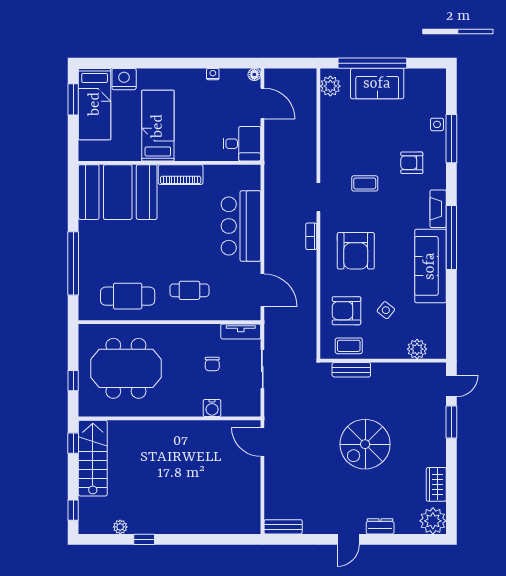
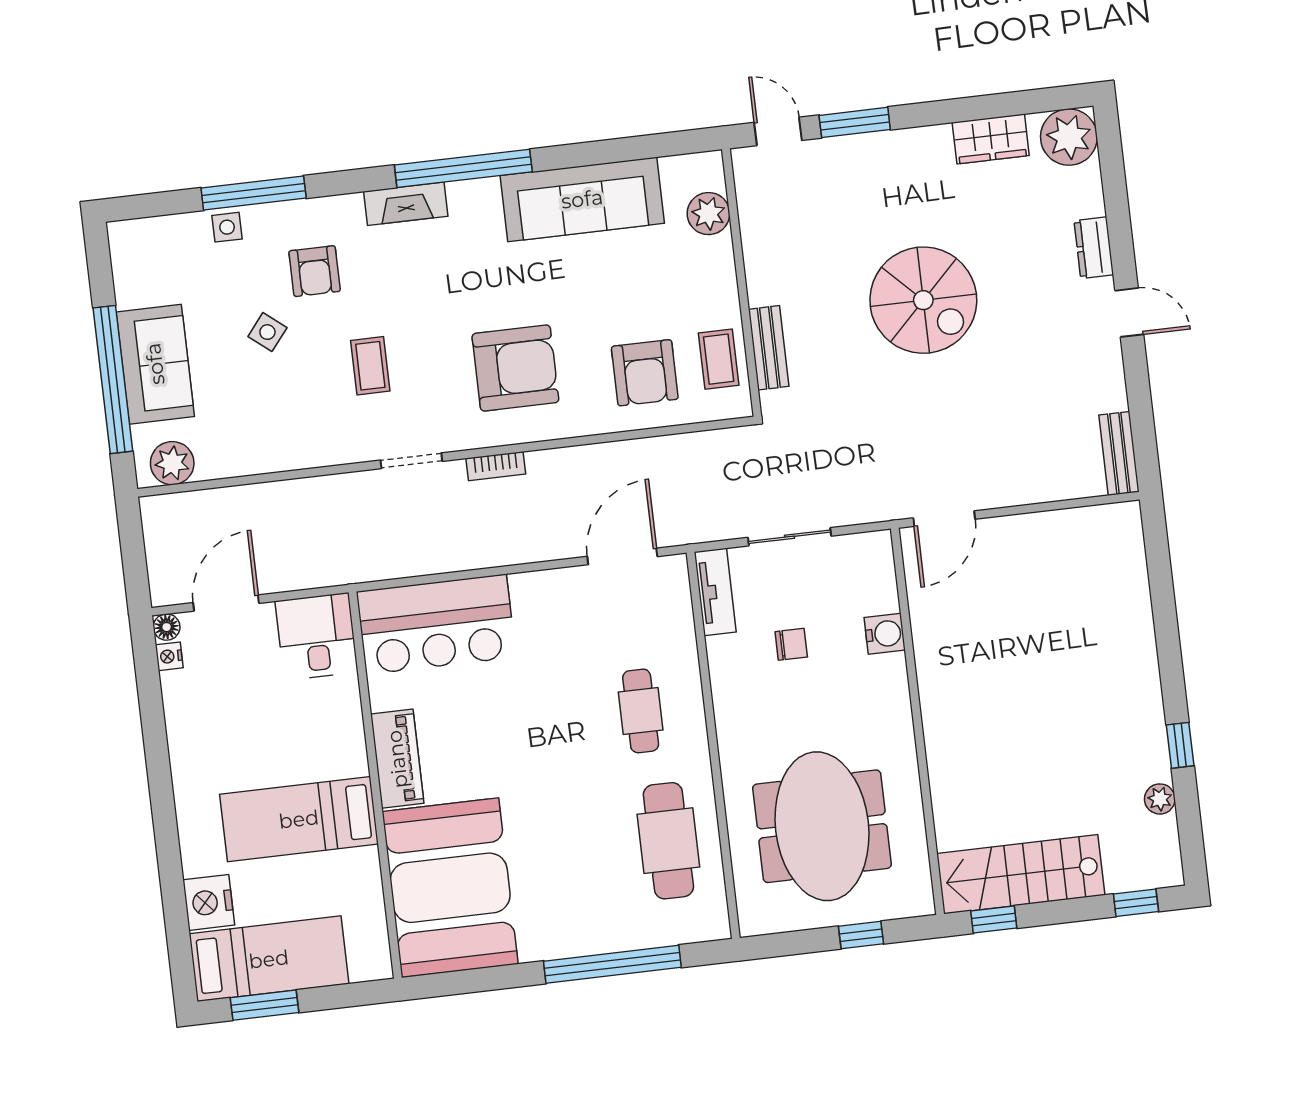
nightstand: (213, 74) -> (169, 656), moved
bar counter: (241, 226) -> (436, 624), moved
sofa: (430, 266) -> (582, 199), moved
side table: (386, 310) -> (267, 332), moved

